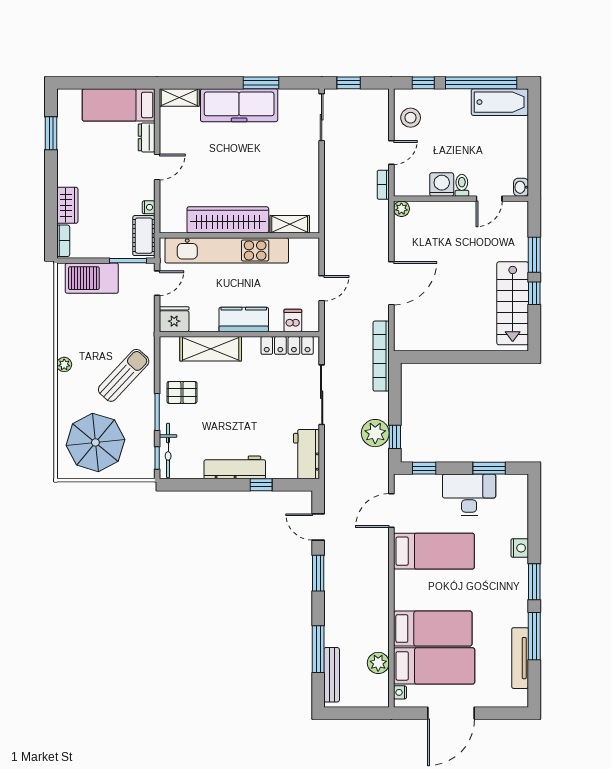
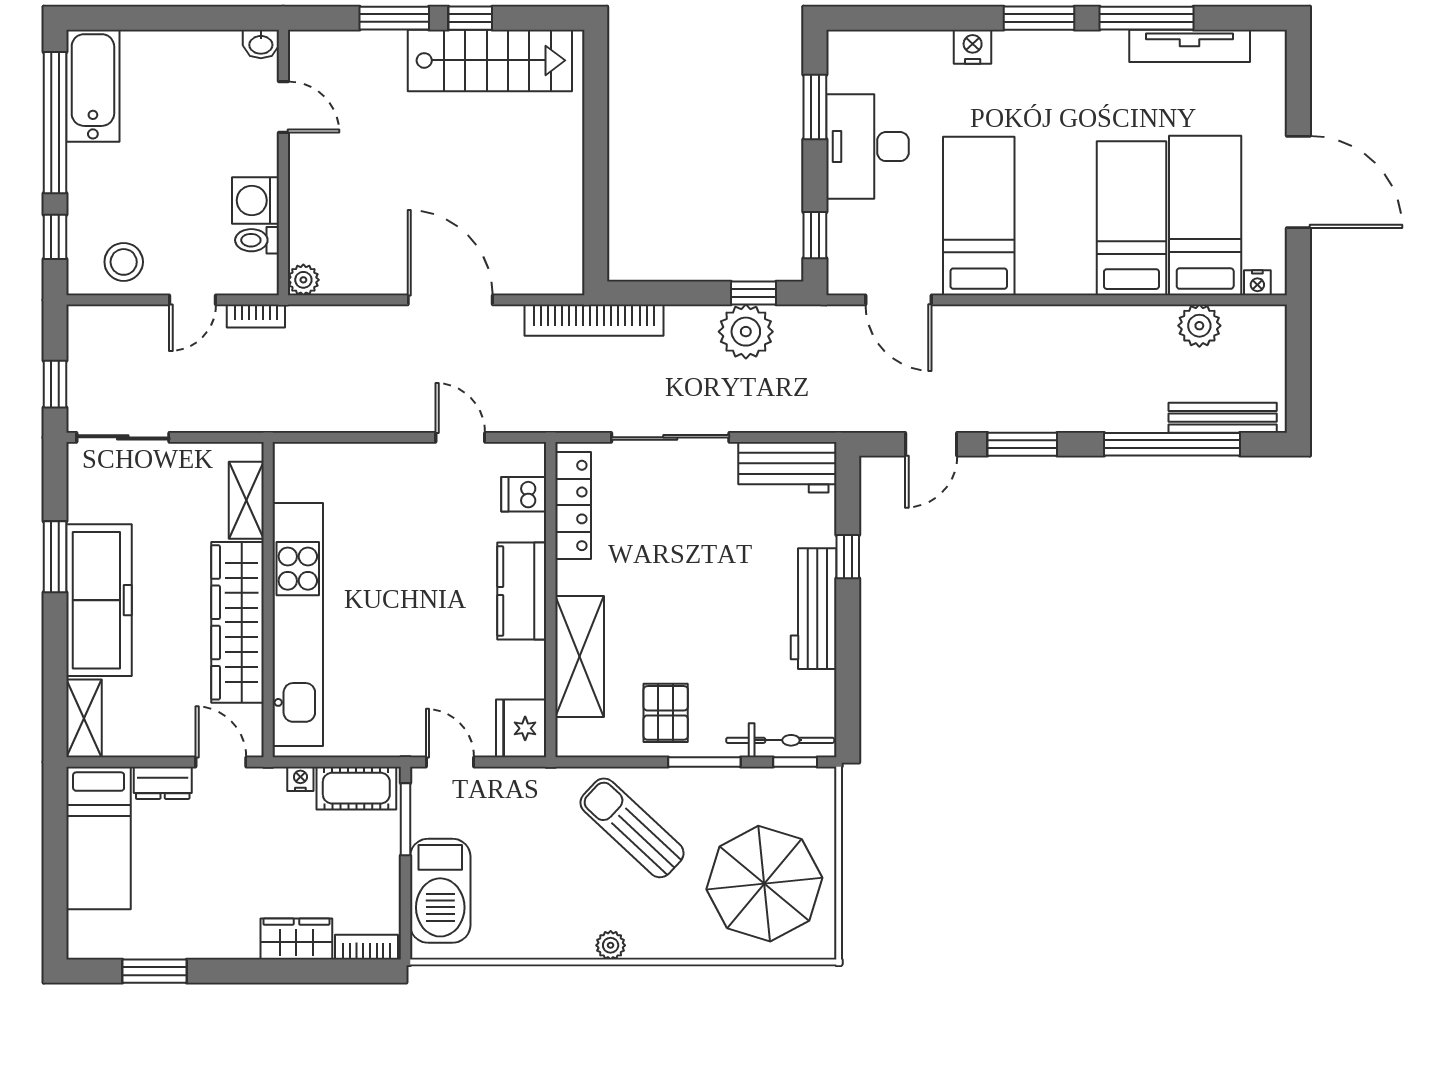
door: (391, 153) -> (192, 300), swing flipped
toilet: (462, 185) -> (257, 240), moved
wardrobe: (228, 220) -> (237, 622), moved
shelving: (290, 224) -> (246, 500), moved
wall: (239, 235) -> (268, 600), moved
kitchen unit: (227, 250) -> (298, 625), moved
window: (318, 649) -> (1172, 444), width x1.46

